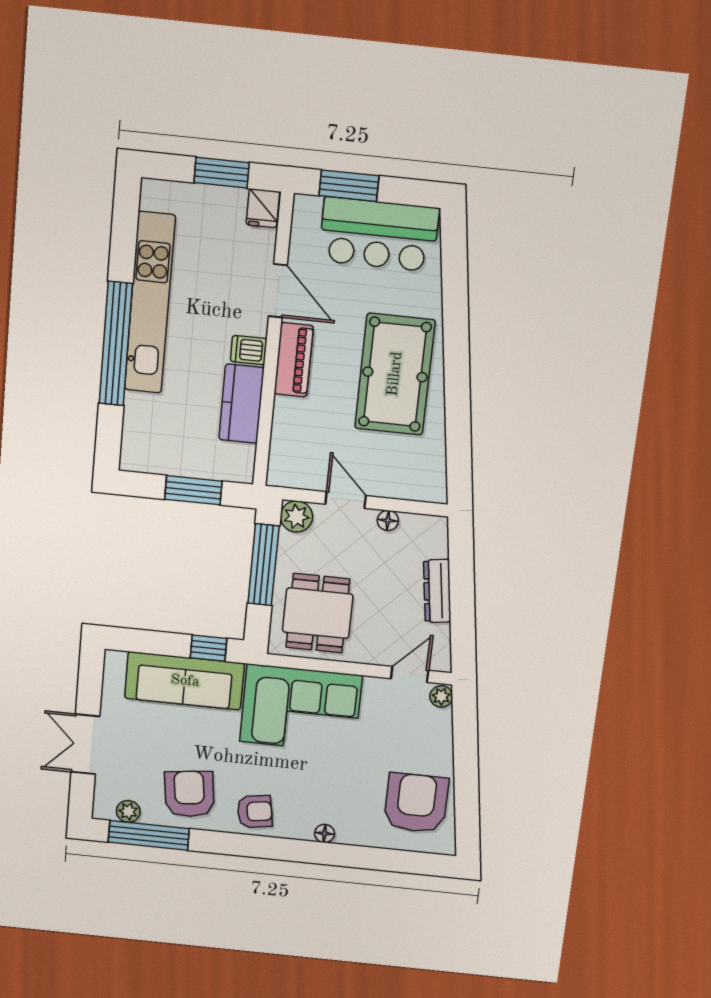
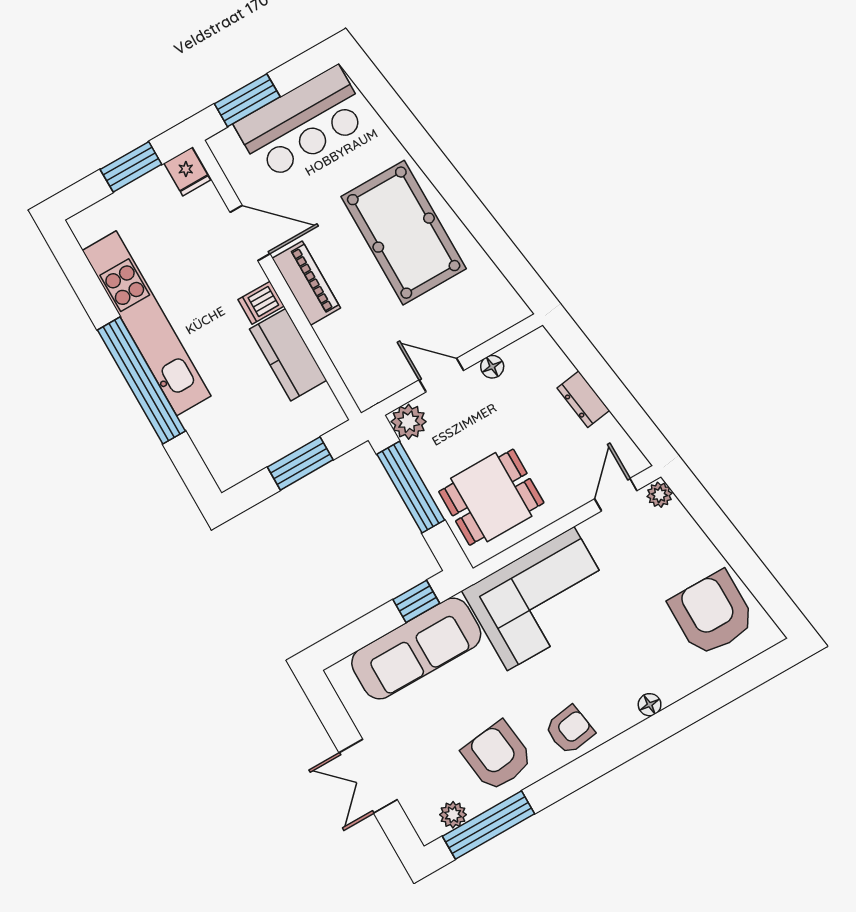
dresser: (437, 591) -> (583, 399), width x0.70
dining table: (318, 613) -> (491, 497), turned 90

